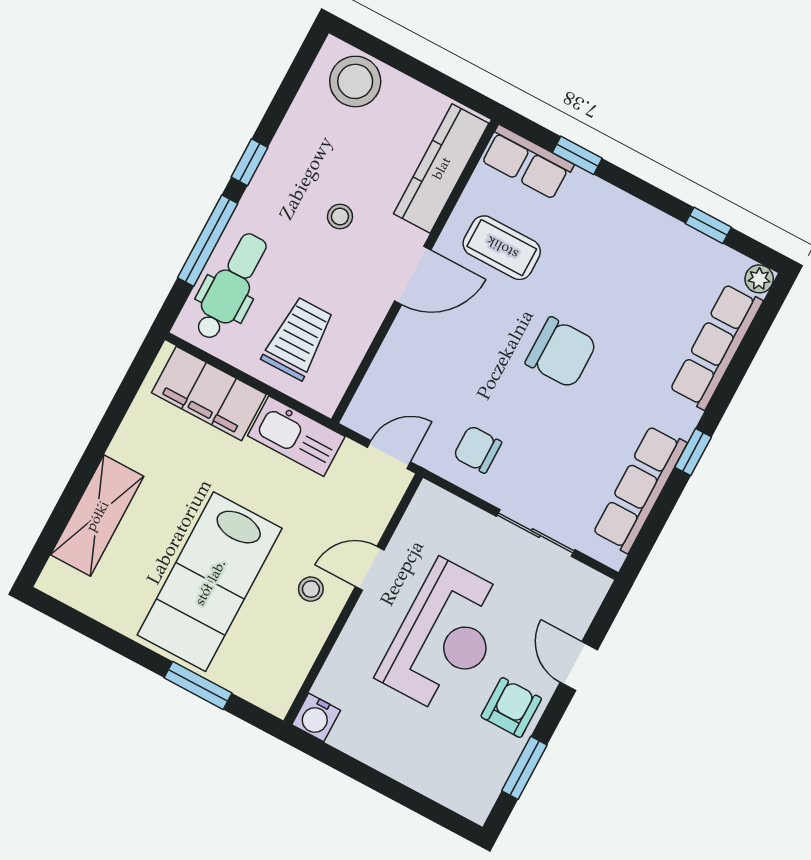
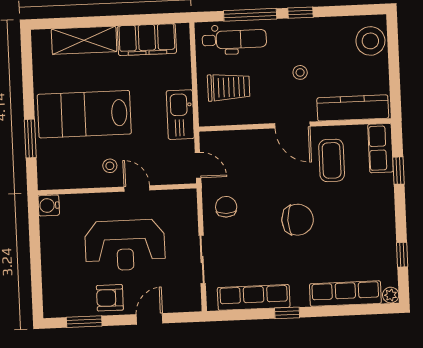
chair: (561, 353) -> (298, 220), turned -90
filing cabinet: (209, 394) -> (147, 40), moved, turned -90
armchair: (511, 708) -> (110, 298), turned 180

